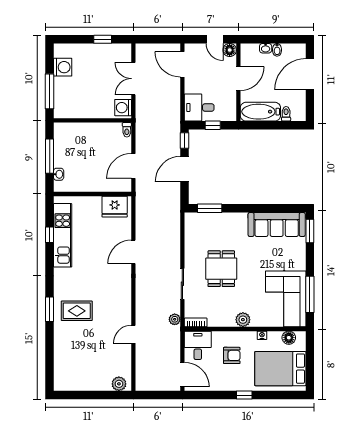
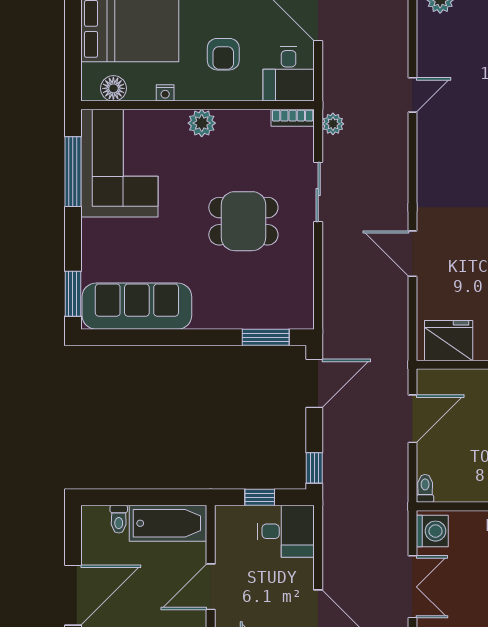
door: (184, 169) -> (314, 383), moved
door: (133, 252) -> (412, 254), swing flipped
dining table: (221, 269) -> (243, 221), turned 90
armchair: (232, 355) -> (223, 54), turned -90

